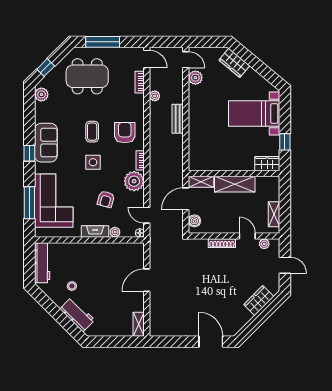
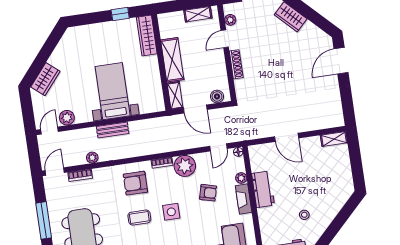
bed with nightstands: (254, 114) -> (113, 91), moved, turned 180
wardrobe: (267, 164) -> (147, 36), width x1.50
workbench: (77, 314) -> (263, 189), moved, turned 135

